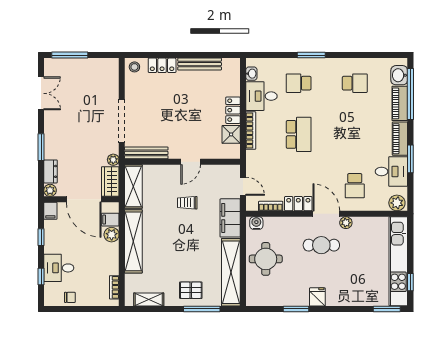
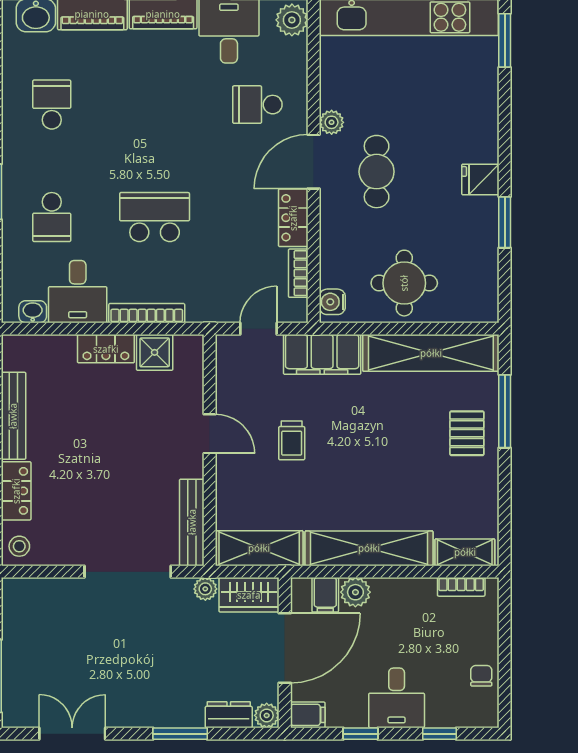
school desk: (355, 186) -> (257, 105), turned 180
desk: (59, 268) -> (397, 698), moved
shelving: (149, 299) -> (465, 552), moved, turned 90

